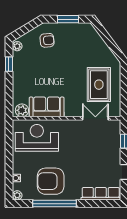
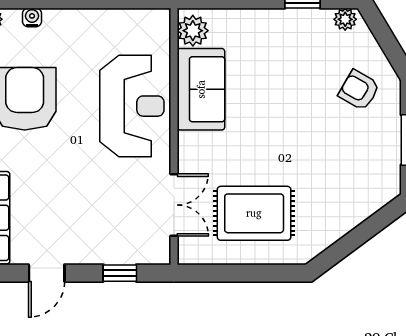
armchair: (47, 40) -> (359, 90), turned 125
reception desk: (37, 138) -> (132, 106), moved

